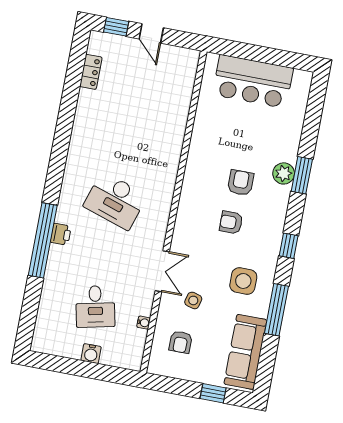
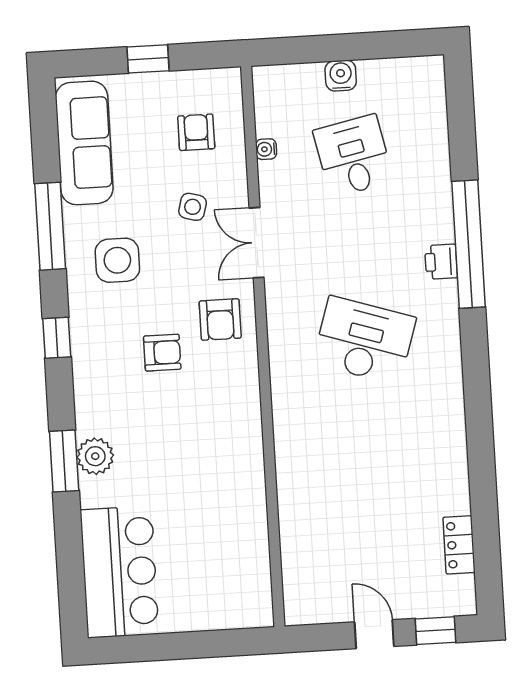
bar counter: (253, 81) -> (119, 572), moved, turned 90
armchair: (241, 183) -> (220, 320), moved
window: (213, 393) -> (148, 59), moved

